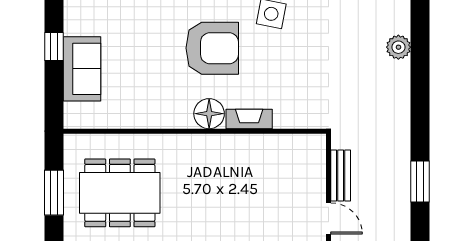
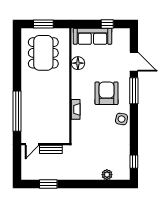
armchair: (212, 48) -> (107, 93), turned 180
sofa: (82, 69) -> (92, 36), width x1.36
floor lamp: (209, 114) -> (78, 63), moved

